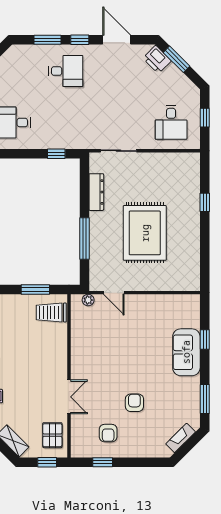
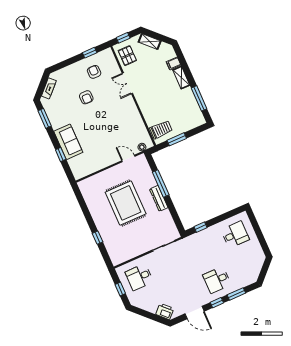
window: (177, 59) -> (153, 317), removed
desk: (171, 122) -> (139, 277), turned -90
dresser: (96, 192) -> (159, 198), moved

